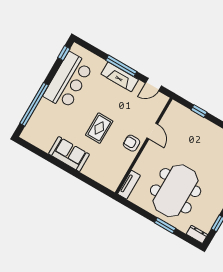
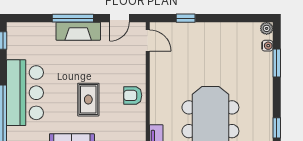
bar counter: (68, 81) -> (25, 93), moved
door: (152, 131) -> (148, 40), moved

